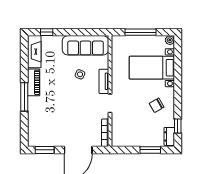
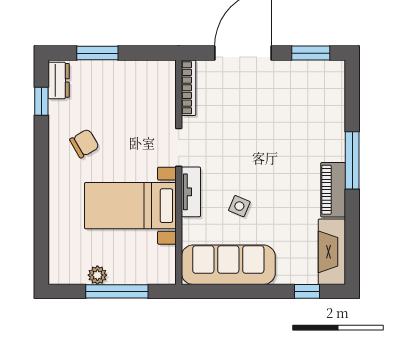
plant: (170, 40) -> (97, 275), moved
bed with nightstands: (152, 68) -> (130, 206), moved, turned 180

